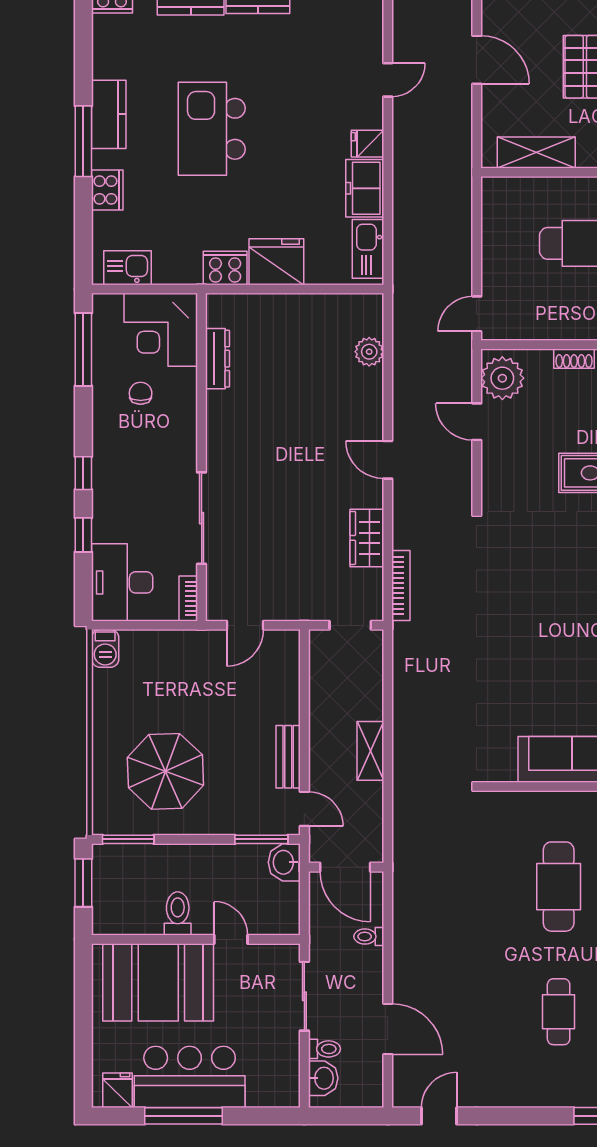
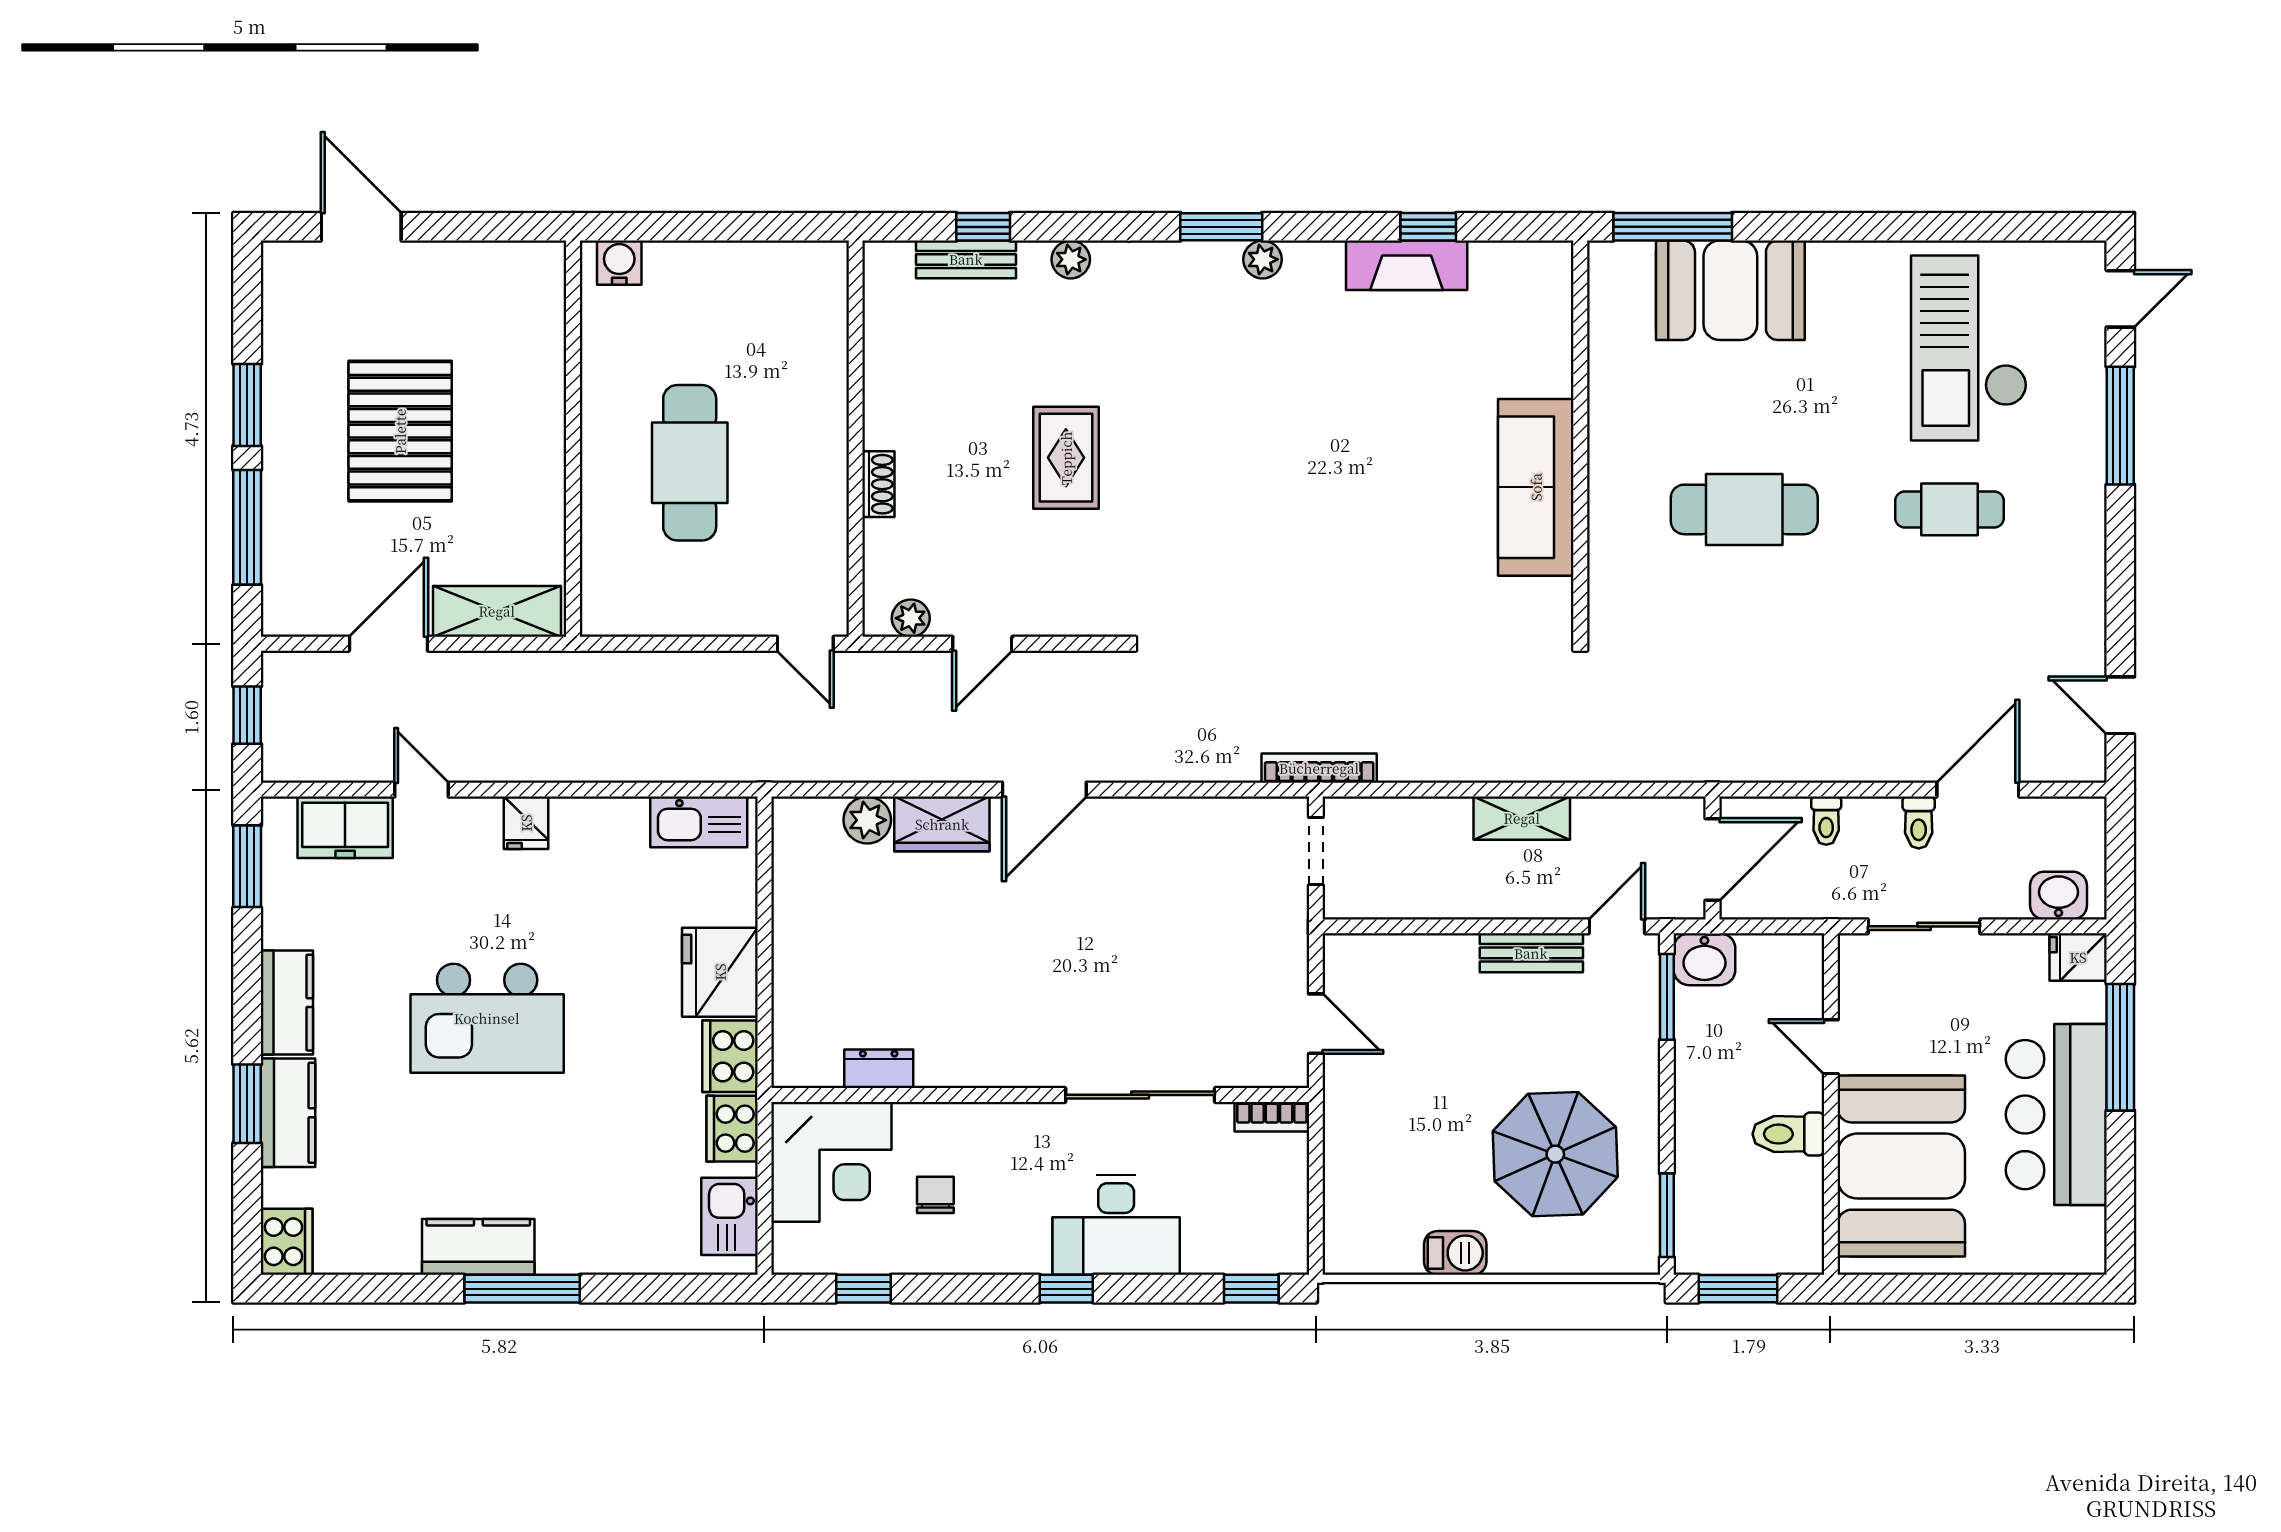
kitchen island: (212, 129) -> (487, 1018), moved
shelving: (536, 153) -> (497, 611), moved, turned 90
freezer: (365, 188) -> (345, 827), moved
cooker: (107, 190) -> (732, 1129), moved, turned -90
window: (83, 349) -> (863, 1289), width x0.46
dresser: (217, 359) -> (879, 1069), width x0.70
plant: (502, 378) -> (911, 618), width x0.53, depth x0.53
chair: (141, 393) -> (935, 1195), turned 90
door: (388, 460) -> (1044, 790), width x1.38
window: (83, 535) -> (1251, 1289), moved
wardrobe: (367, 538) -> (942, 824), moved
desk: (122, 582) -> (1116, 1225), moved
bookcase: (401, 585) -> (1319, 768), moved
barbecue: (105, 648) -> (1455, 1253), moved
door: (231, 939) -> (1831, 1047), hinge flipped
toilet: (324, 1049) -> (1919, 823), moved, turned 180
fridge: (117, 1090) -> (2078, 957), moved
window: (183, 1116) -> (2120, 1047), moved

